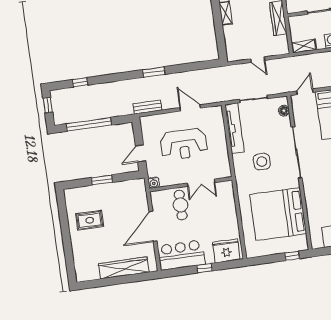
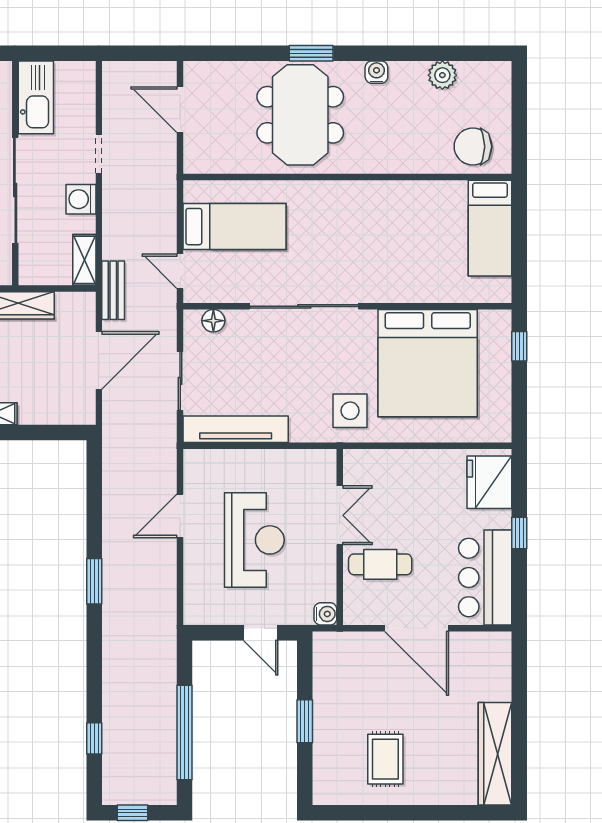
door: (258, 60) -> (99, 360), width x1.87
bench: (147, 107) -> (113, 290), moved
side table: (262, 162) -> (350, 411), moved
wardrobe: (124, 268) -> (495, 754), moved

